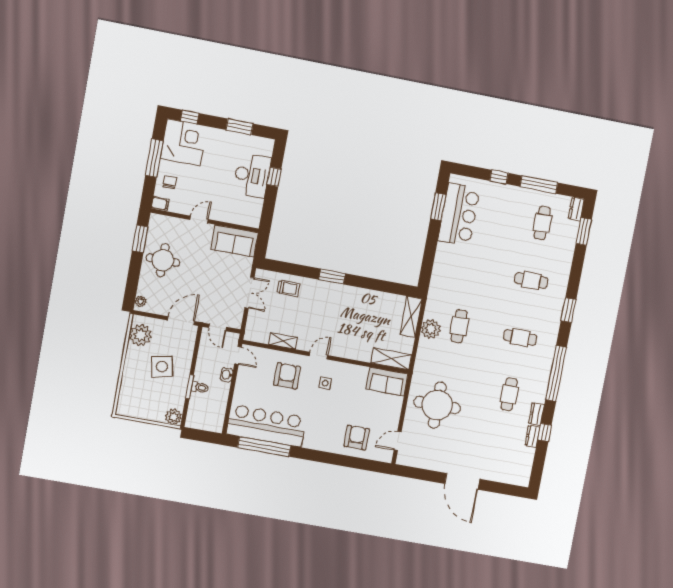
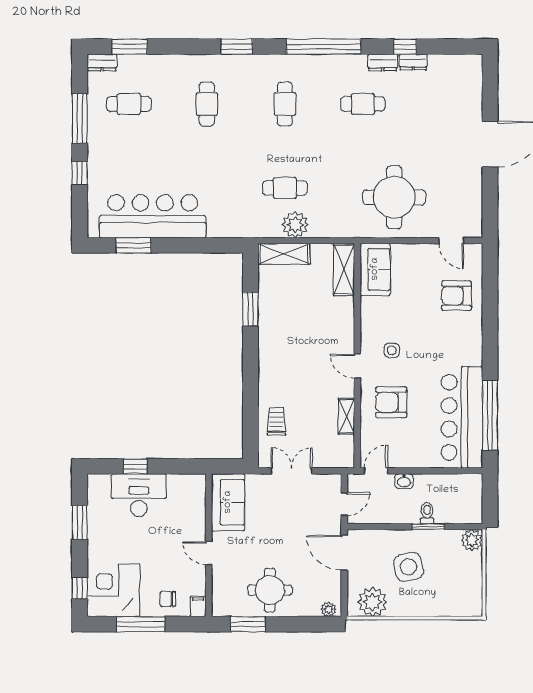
bar counter: (459, 215) -> (153, 216), width x1.36
window: (332, 277) -> (250, 309), moved

